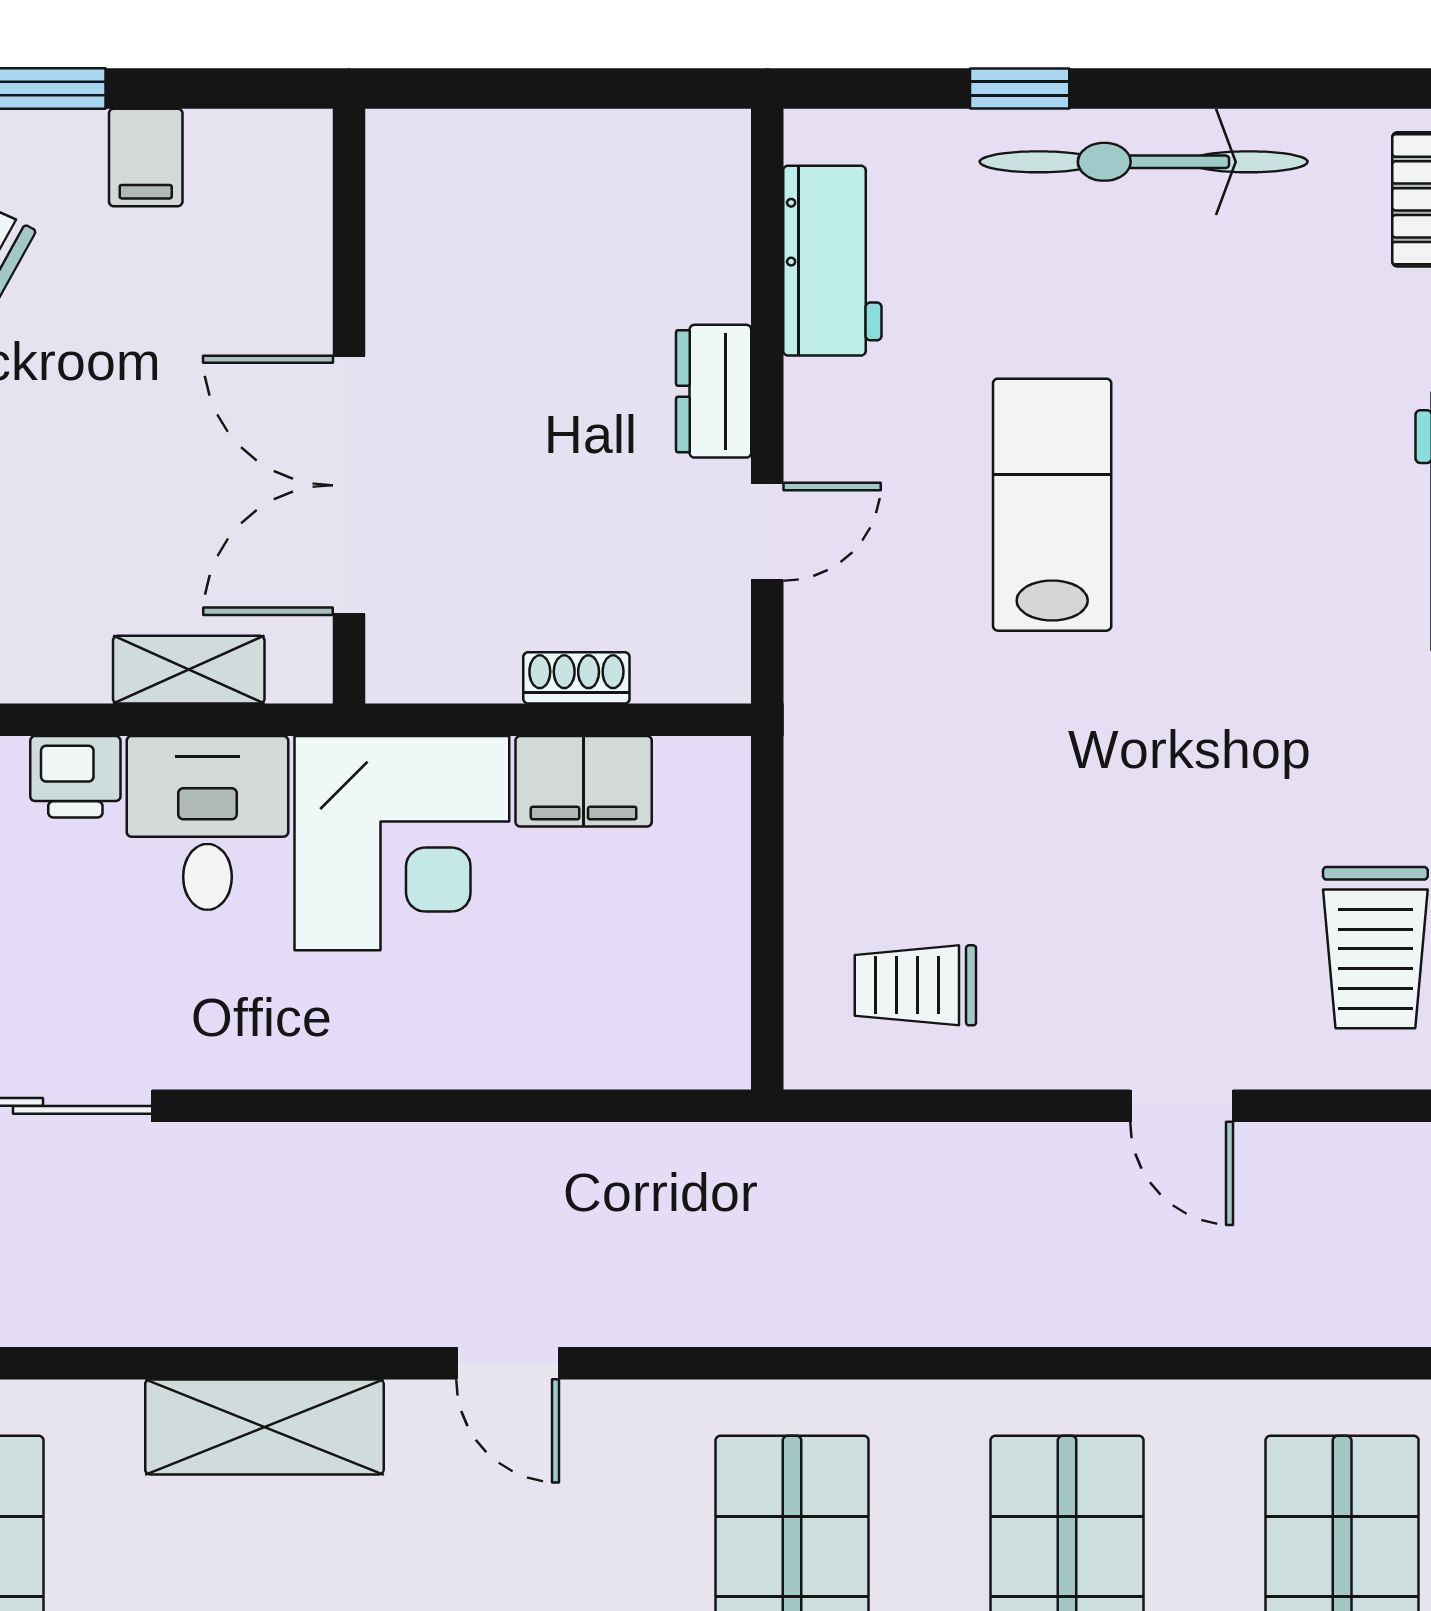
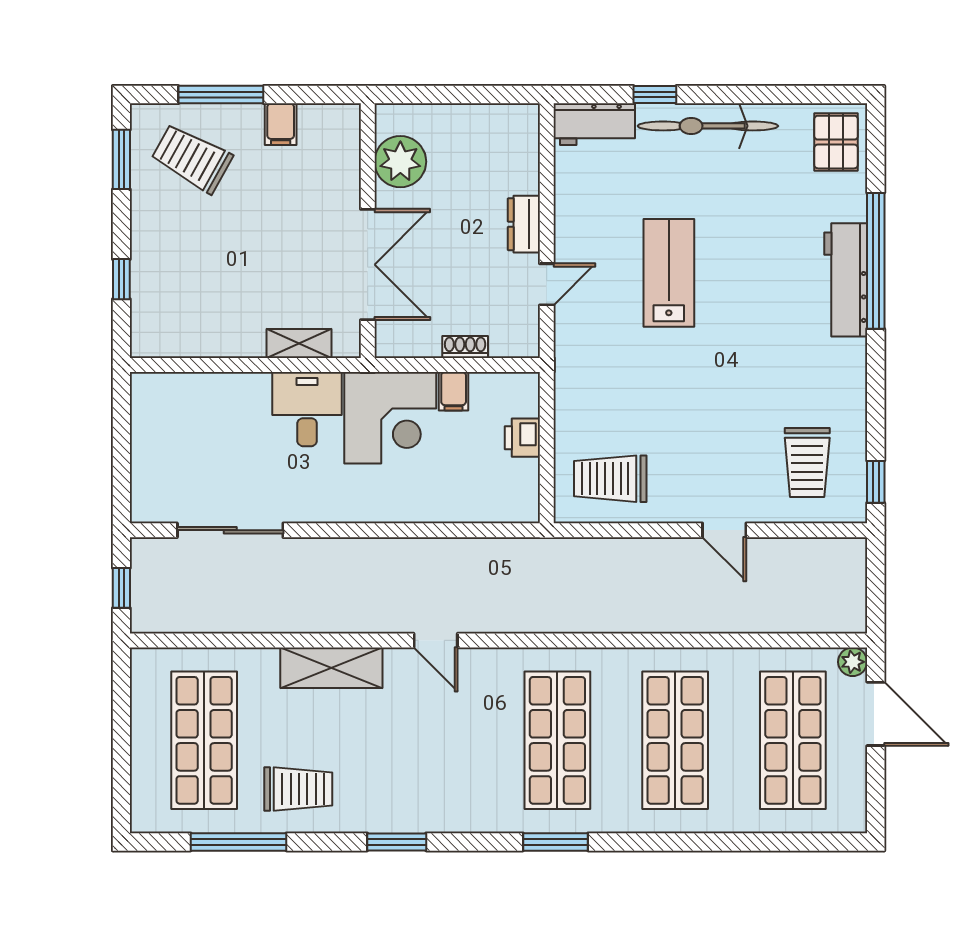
plant: (425, 245) -> (400, 162), added
workbench: (832, 261) -> (594, 124), moved, turned 90
double door: (349, 485) -> (368, 265), swing flipped
printer: (75, 777) -> (522, 438), moved, turned 90
filing cabinet: (584, 781) -> (454, 391), width x0.50
trolley: (915, 985) -> (610, 479), width x1.36, depth x1.39

